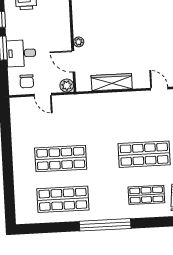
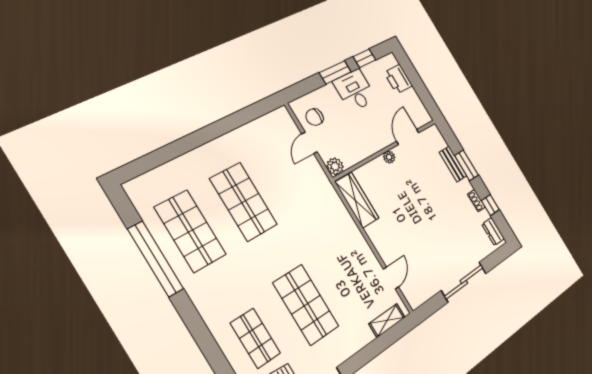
desk: (21, 53) -> (355, 90), moved
door: (73, 61) -> (408, 137), moved
wardrobe: (112, 82) -> (357, 200), moved
window: (105, 225) -> (156, 259), moved

